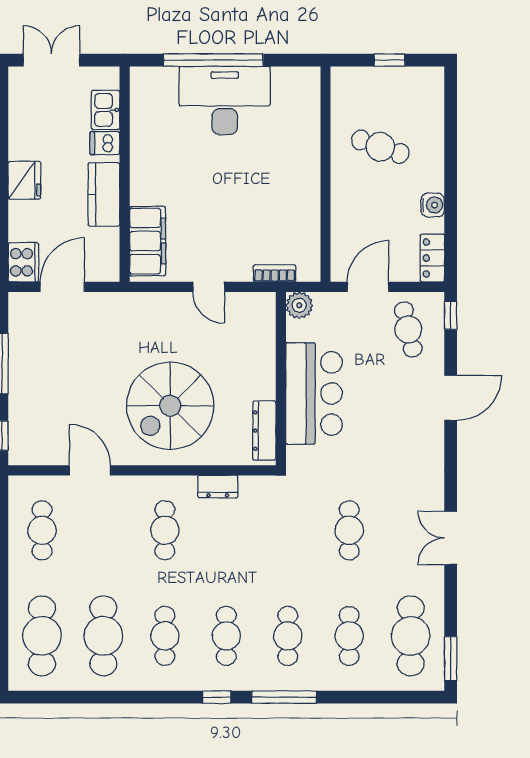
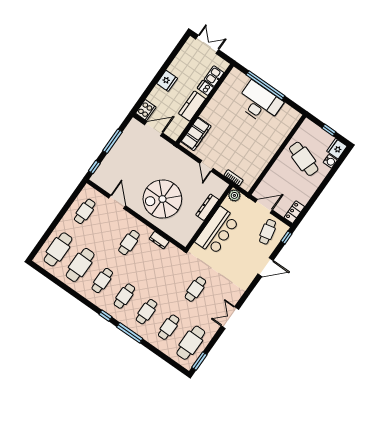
fridge: (429, 85) -> (337, 149), added
cafe table: (380, 147) -> (304, 159), width x1.37, depth x1.35
water cooler: (433, 205) -> (330, 161), moved
dresser: (264, 431) -> (207, 207), moved

